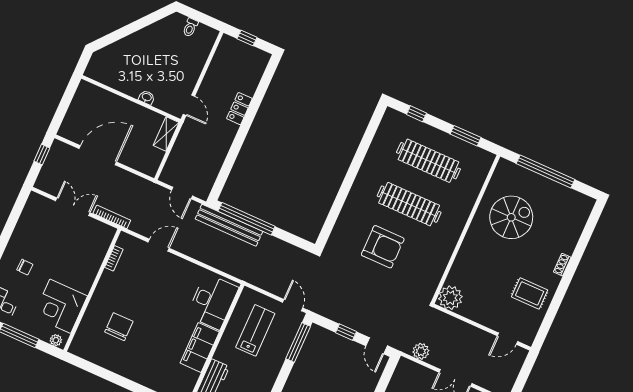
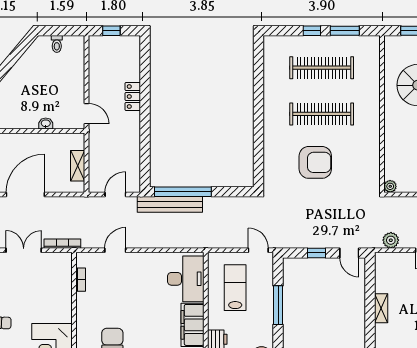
window: (416, 114) -> (312, 31), moved
shelving: (166, 134) -> (78, 166), moved
door: (182, 193) -> (115, 194), swing flipped
plant: (450, 298) -> (390, 186), width x0.53, depth x0.53
window: (298, 342) -> (278, 305), moved

